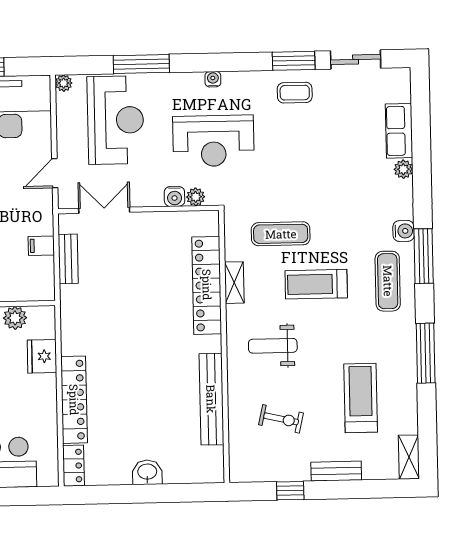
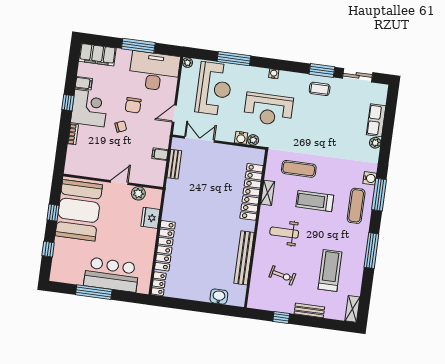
washbasin: (147, 472) -> (219, 297), moved

